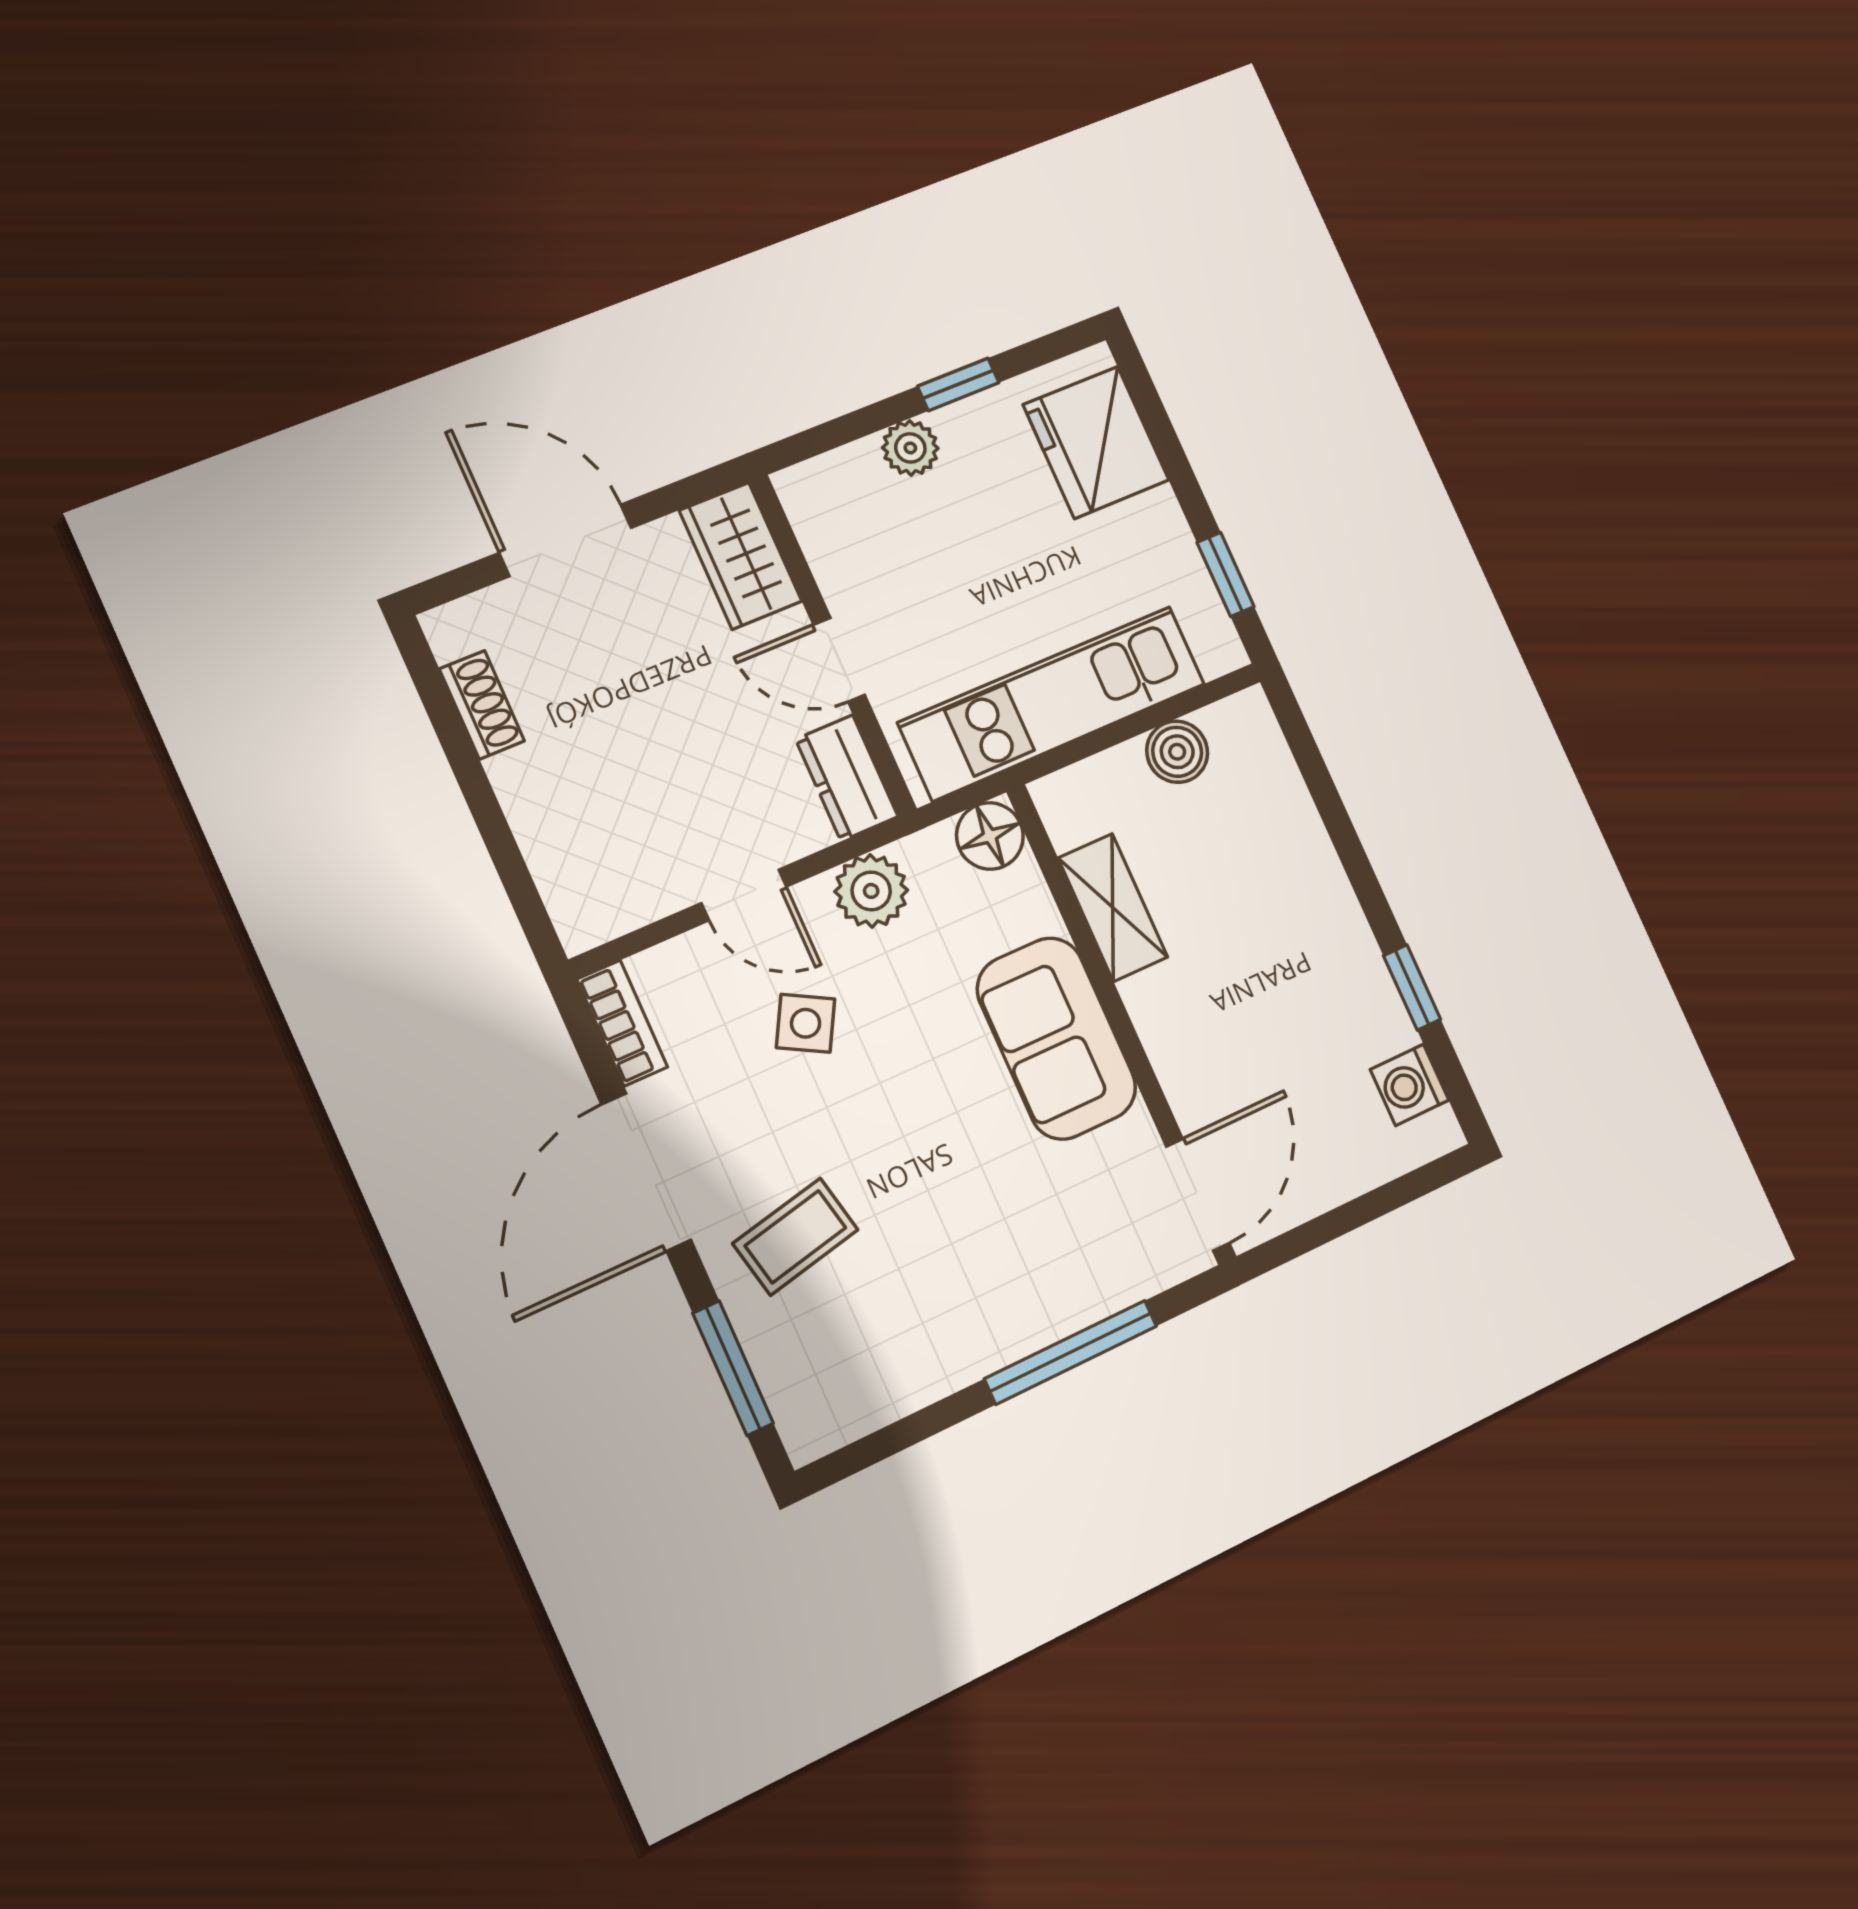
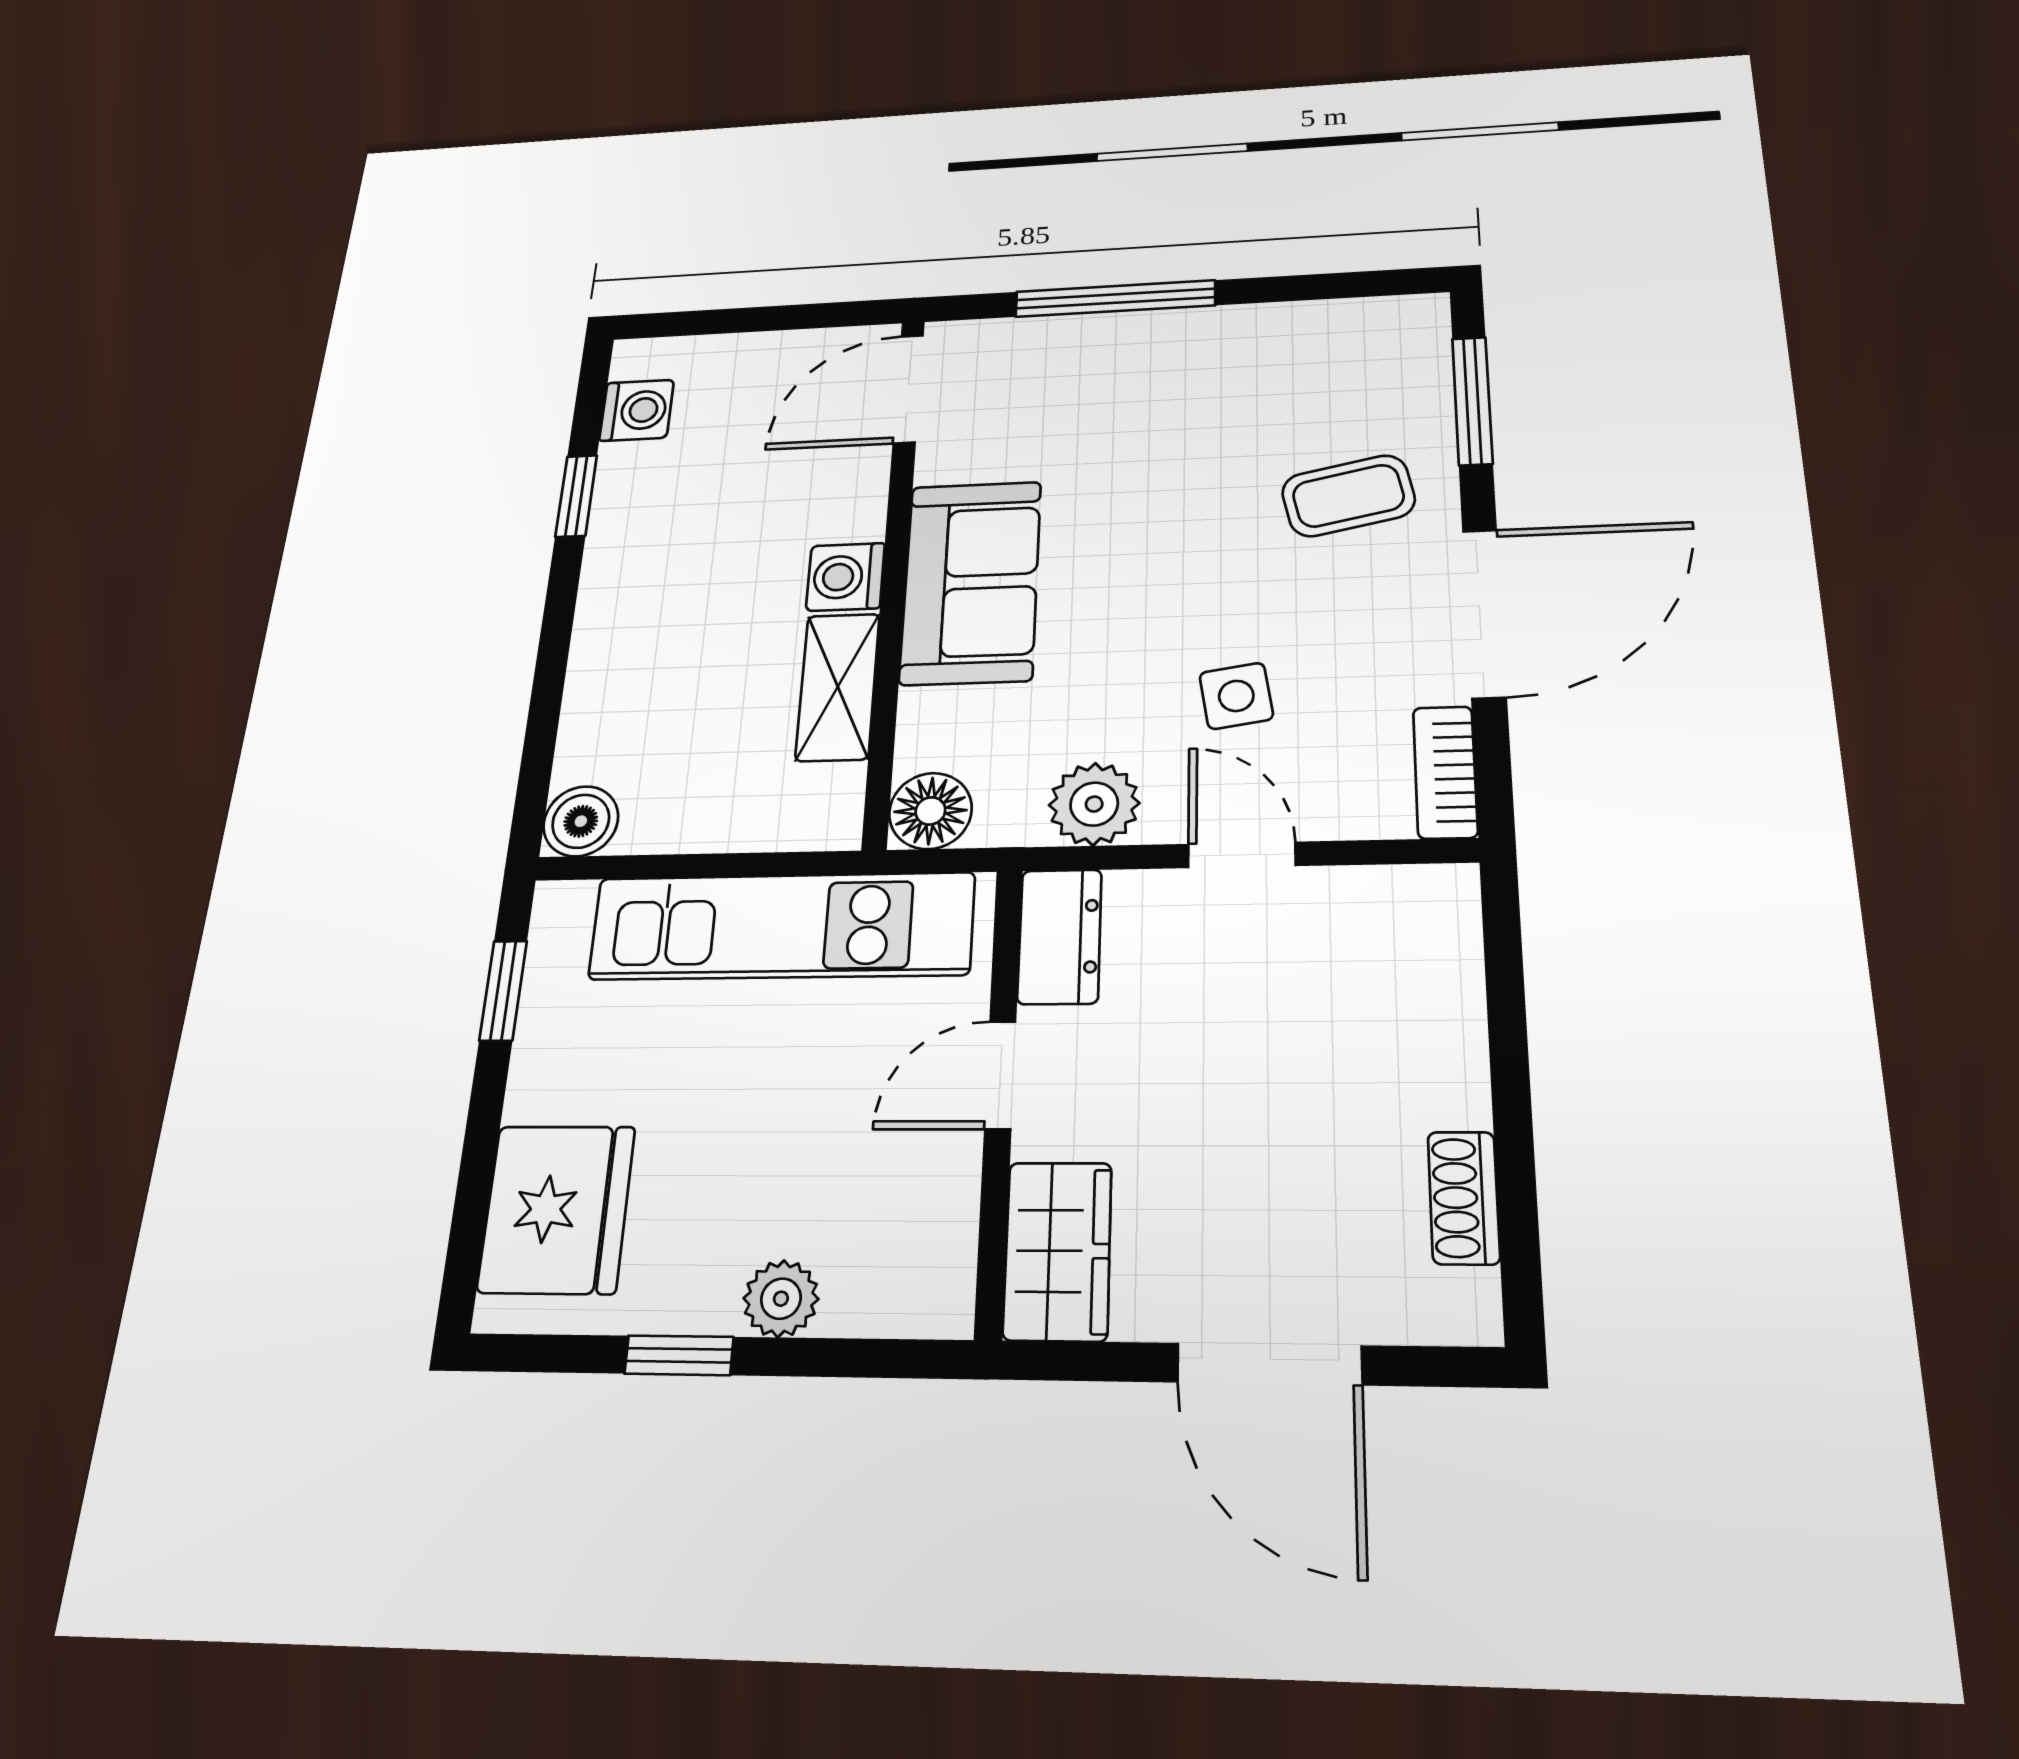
door: (839, 660) -> (1000, 1075), swing flipped
boiler: (1177, 752) -> (581, 821), moved
washing machine: (1157, 1003) -> (845, 577), added
side table: (806, 1023) -> (1236, 696), turned -38

